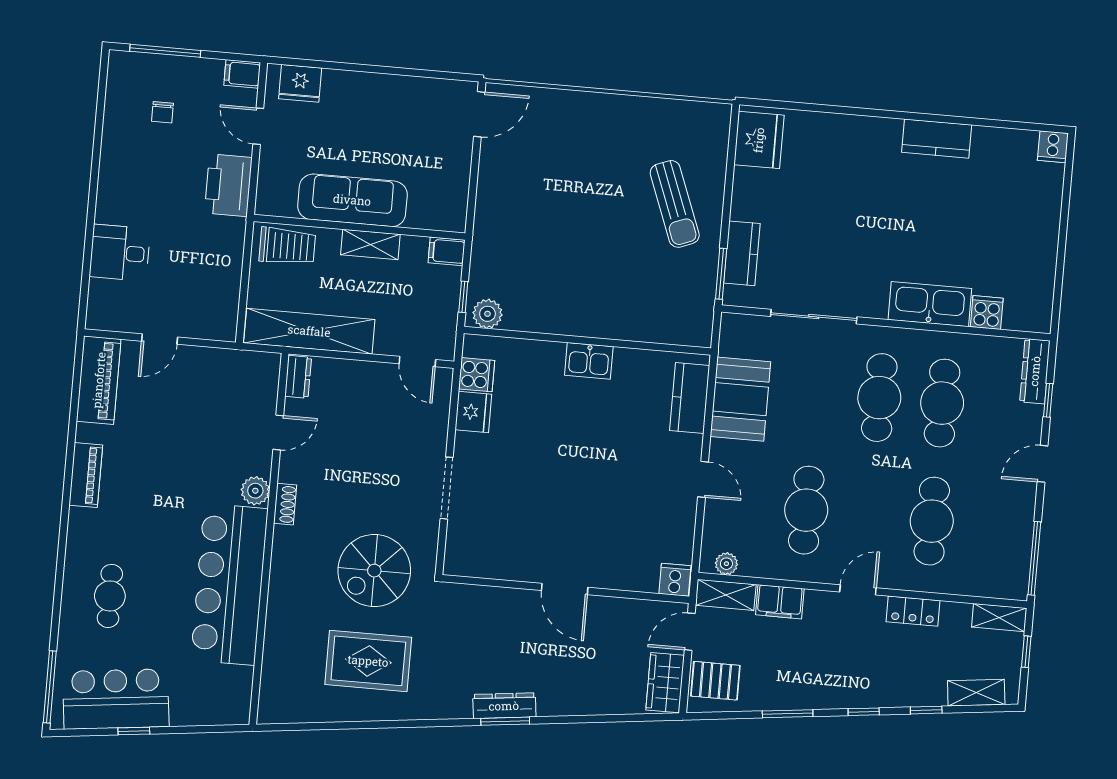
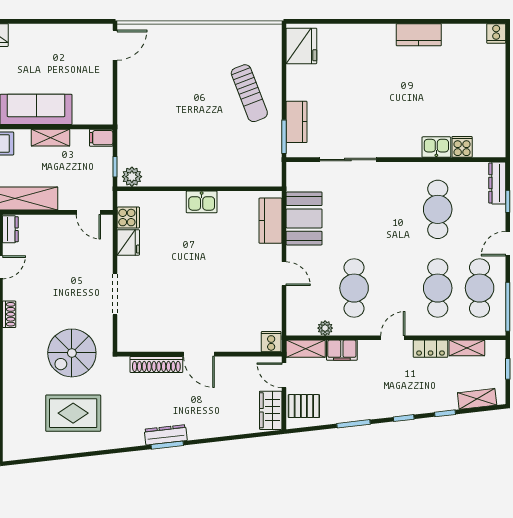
kitchen sink: (930, 304) -> (436, 147), width x0.53, depth x0.81
cafe table: (879, 398) -> (480, 288), moved
plant: (726, 564) -> (325, 328), moved
shoe rack: (500, 599) -> (156, 364), added
shelving: (999, 618) -> (467, 348), moved
door: (690, 632) -> (284, 375), hinge flipped

